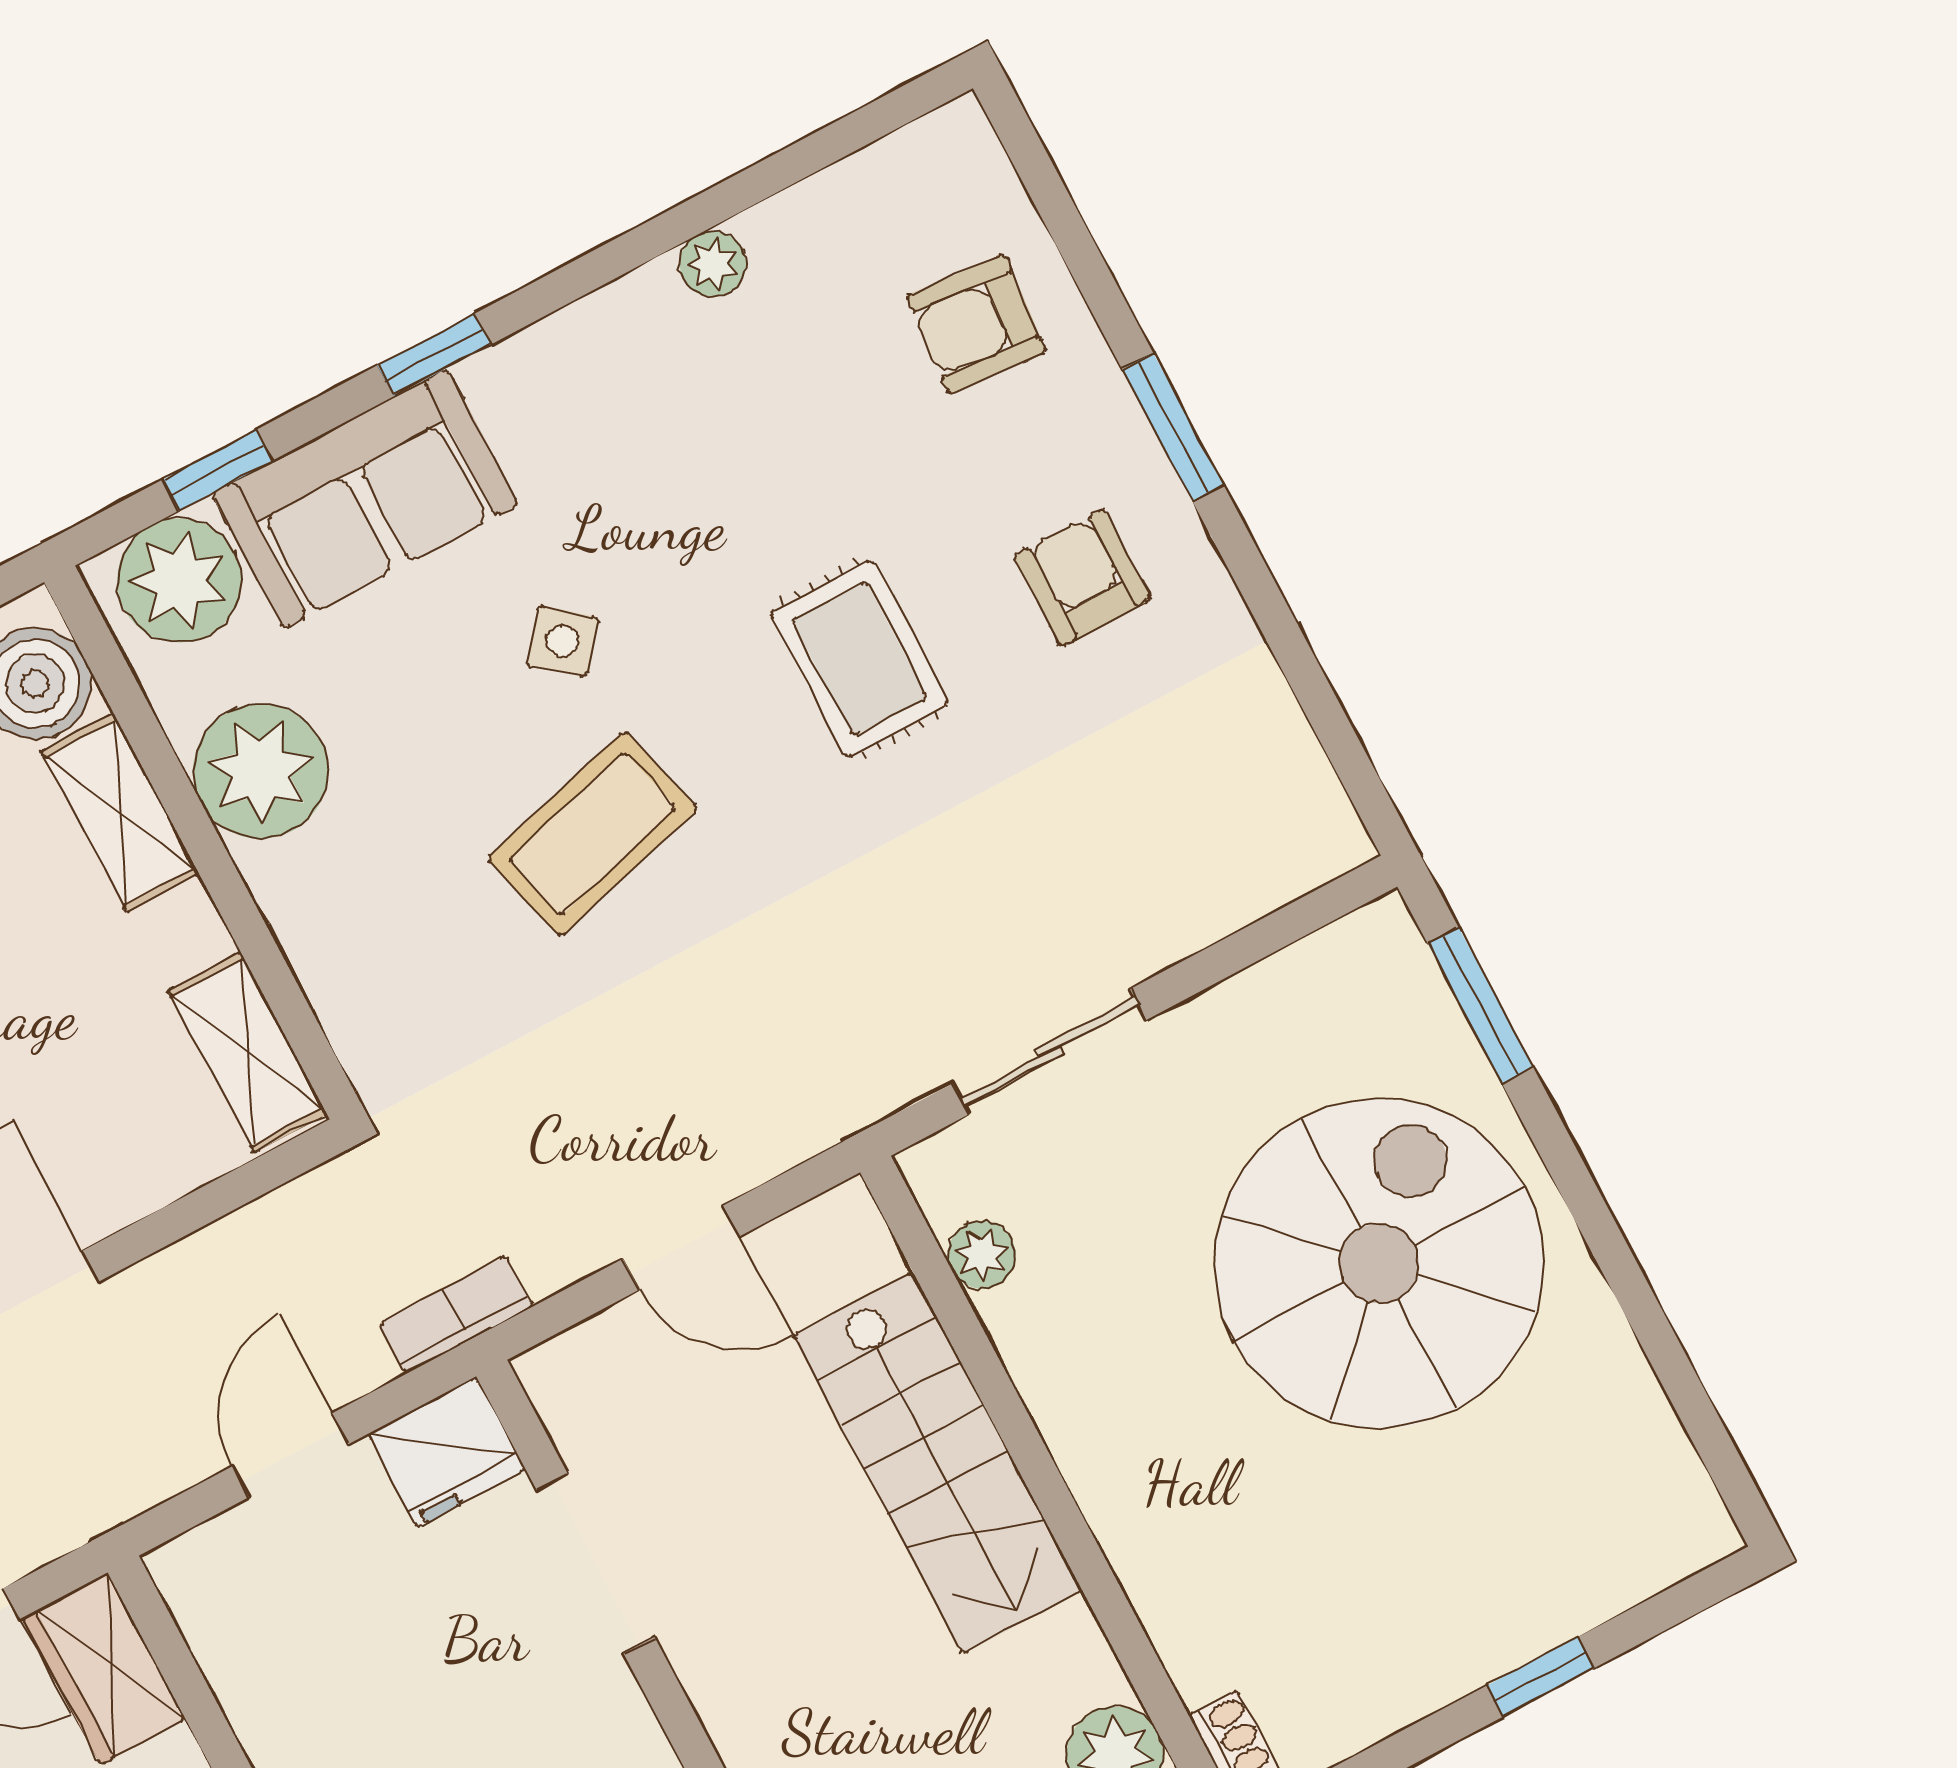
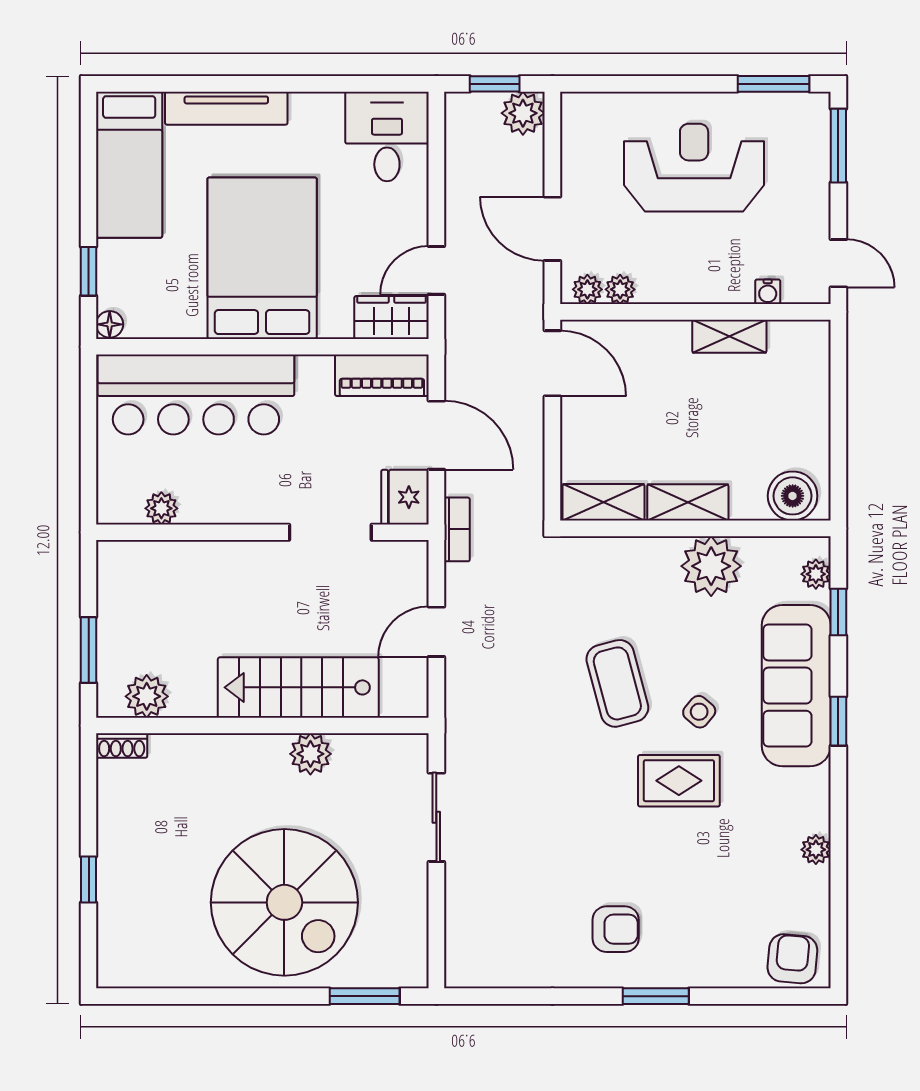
armchair: (976, 324) -> (792, 959), moved
sofa: (365, 499) -> (796, 686), width x1.36
plant: (179, 580) -> (816, 574), width x0.53, depth x0.53
rug: (859, 659) -> (679, 781), moved
shelving: (120, 812) -> (688, 502), moved
plant: (982, 1255) -> (310, 754), moved, width x1.38, depth x1.38
door: (290, 1455) -> (436, 435), width x1.38
piano: (229, 1626) -> (382, 375), added

